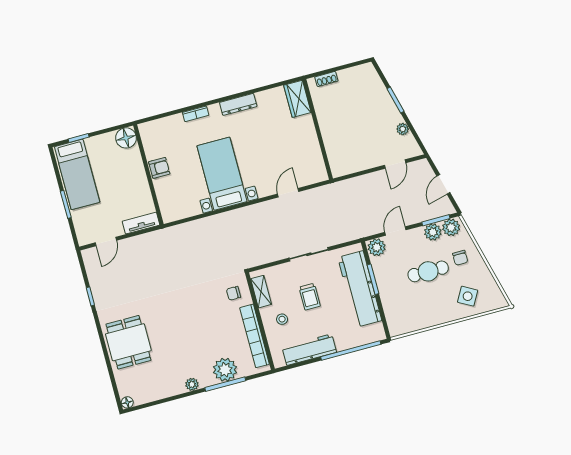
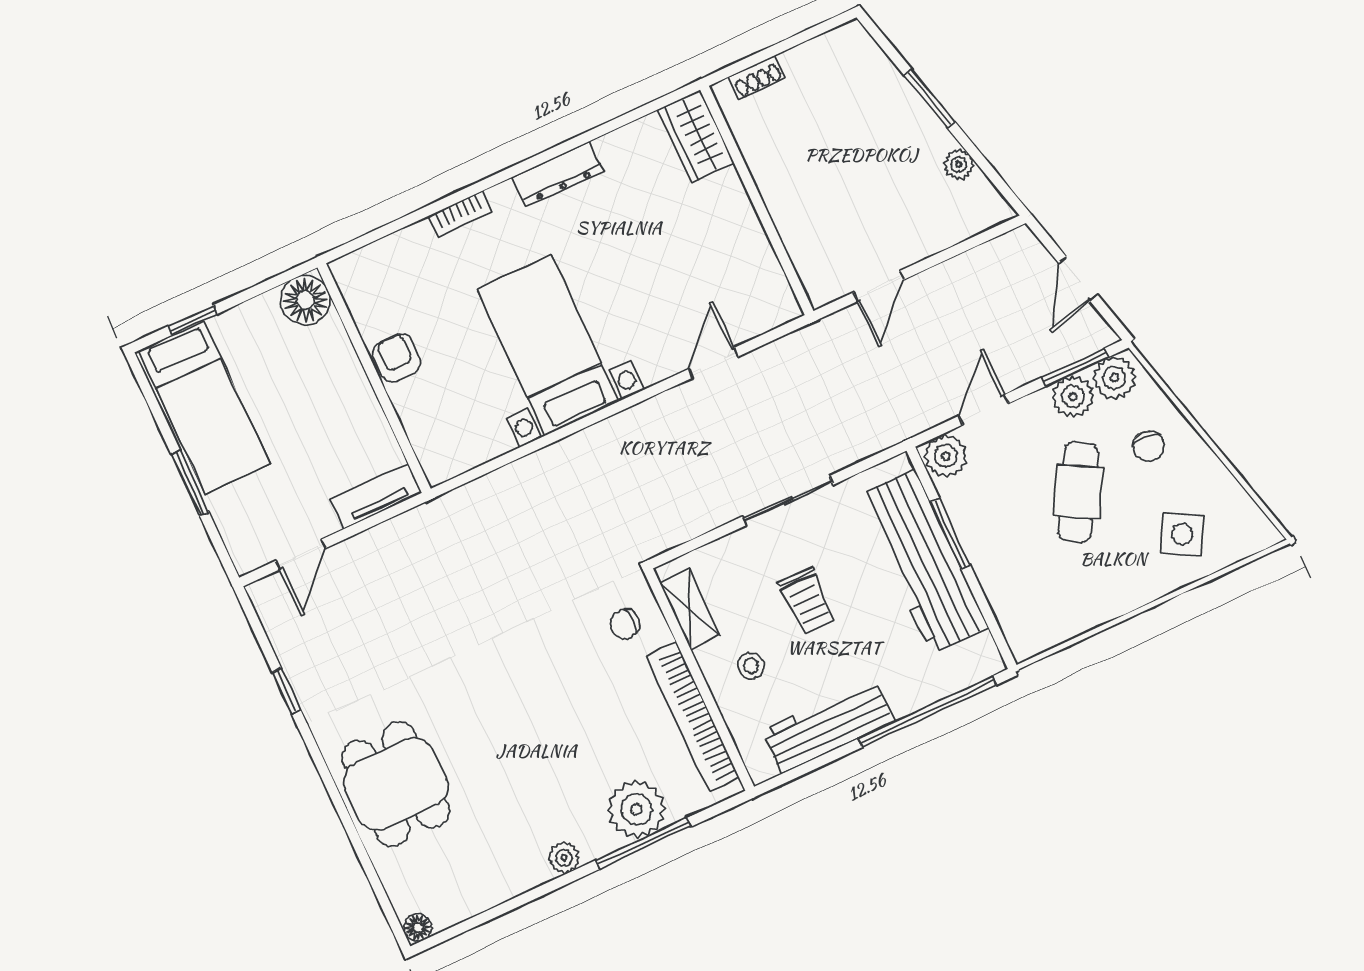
door: (395, 164) -> (878, 286), moved
armchair: (159, 168) -> (397, 358), turned -90
cafe table: (428, 271) -> (1078, 492), turned -60

